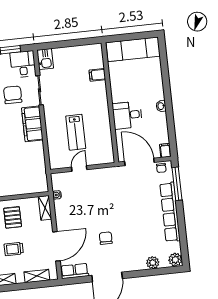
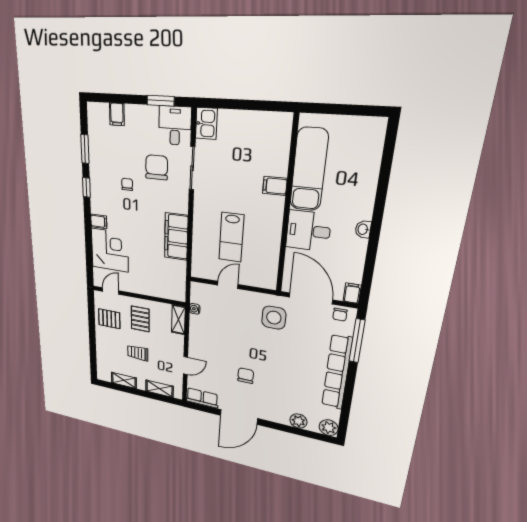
exam couch: (133, 49) -> (309, 170), moved, turned -90
filing cabinet: (97, 75) -> (275, 186), moved
filing cabinet: (32, 124) -> (176, 237), moved
side table: (117, 184) -> (274, 318), added
door: (56, 246) -> (185, 366), width x0.53

